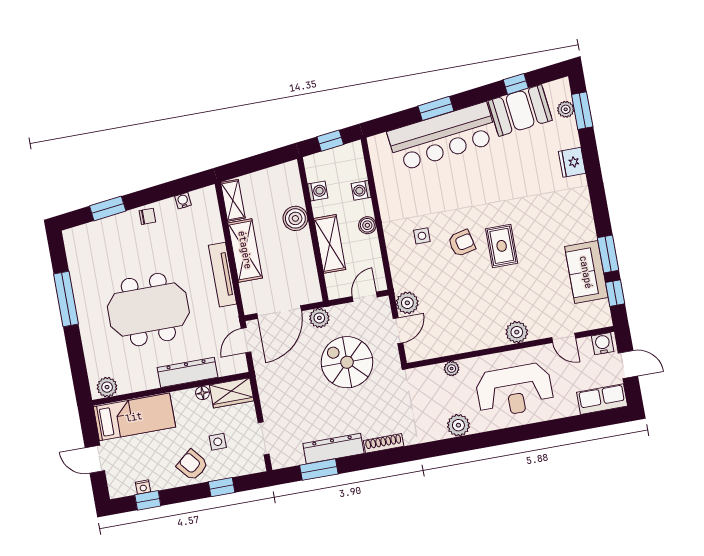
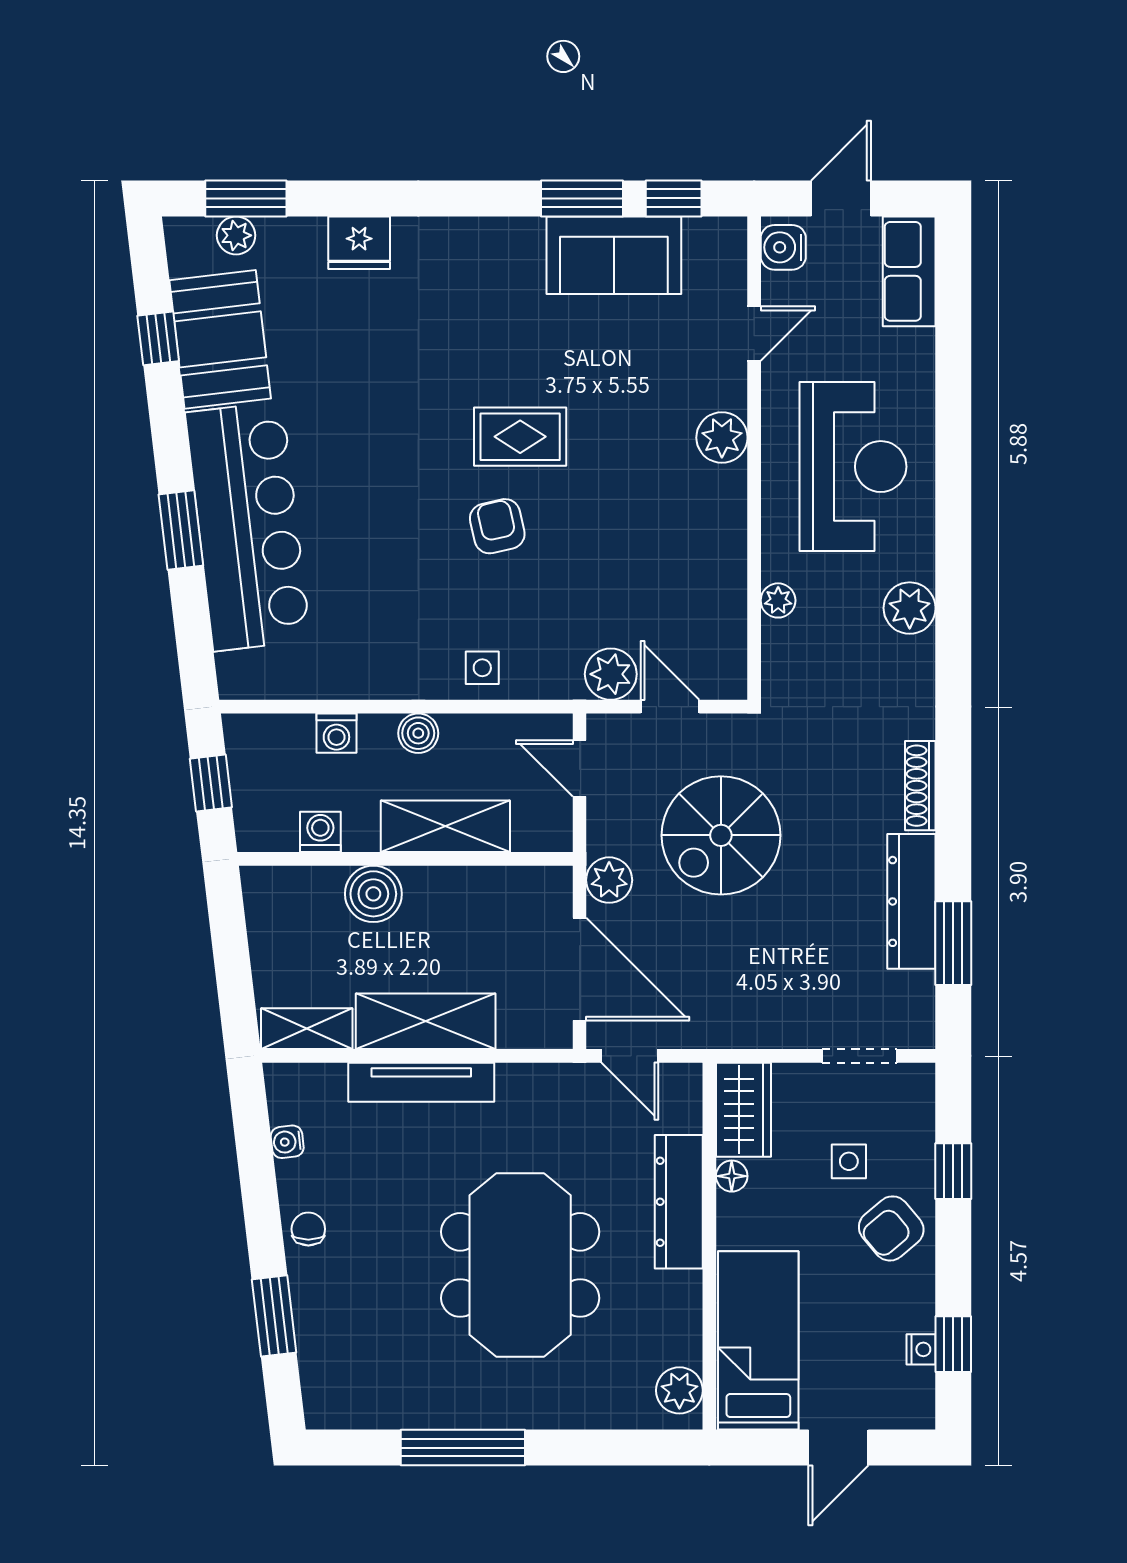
side table: (422, 236) -> (482, 668), moved
tv unit: (223, 275) -> (421, 1082), moved

